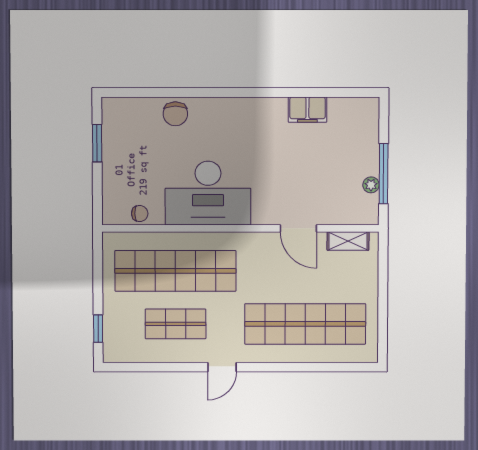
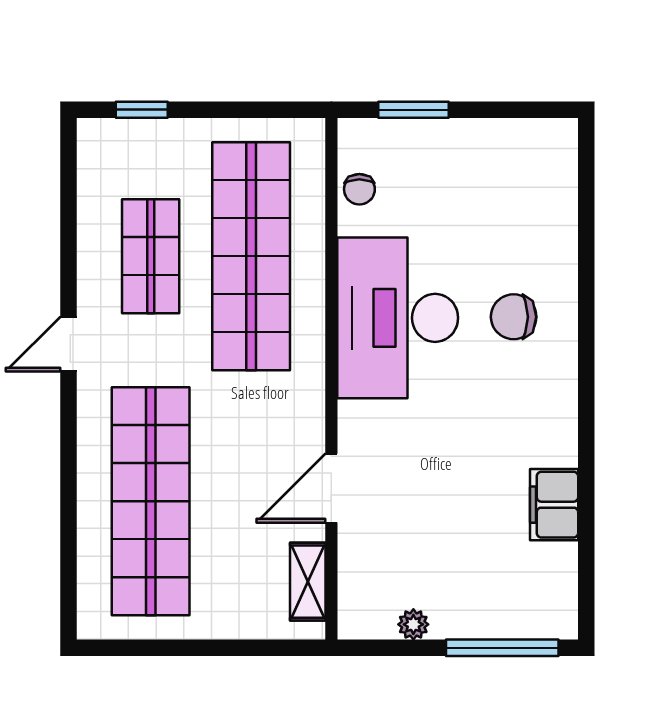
chair: (175, 114) -> (514, 317), moved
window: (97, 143) -> (414, 110), moved
window: (384, 174) -> (502, 648), moved
door: (222, 367) -> (68, 344), hinge flipped

